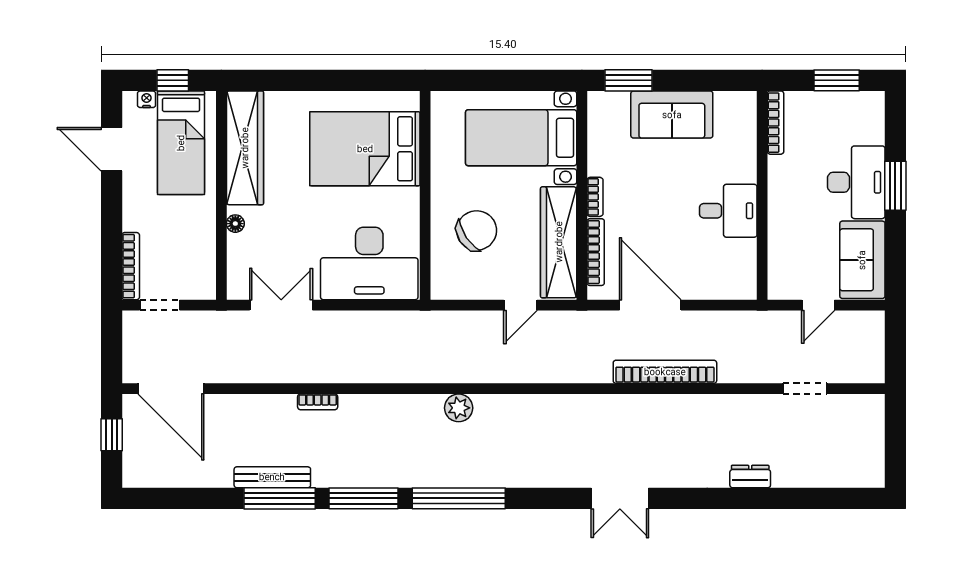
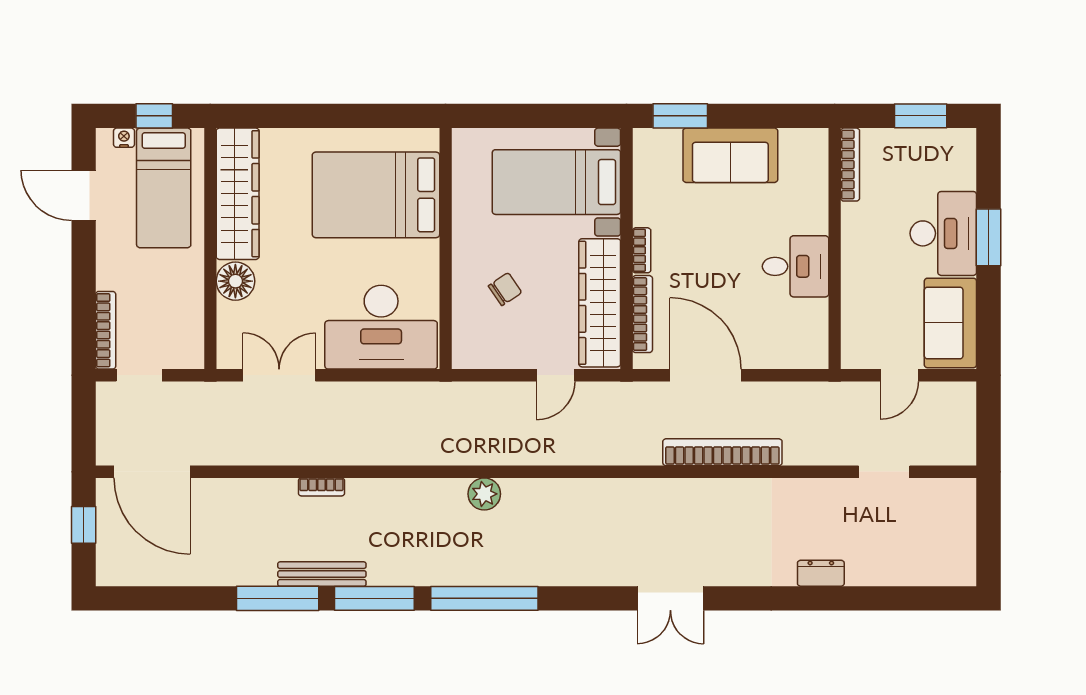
floor lamp: (235, 224) -> (235, 281), width x1.89, depth x1.89
chair: (477, 230) -> (505, 289), width x0.54, depth x0.54
bench: (272, 477) -> (322, 574), moved

